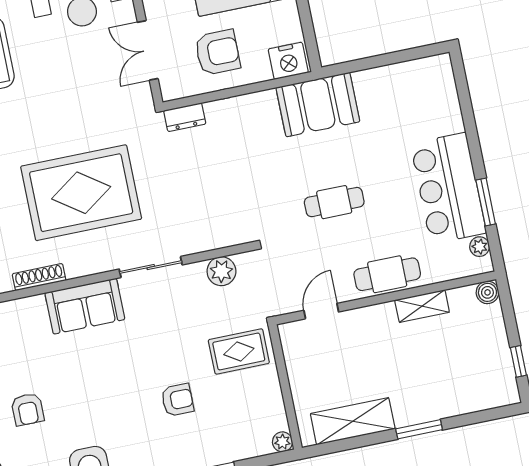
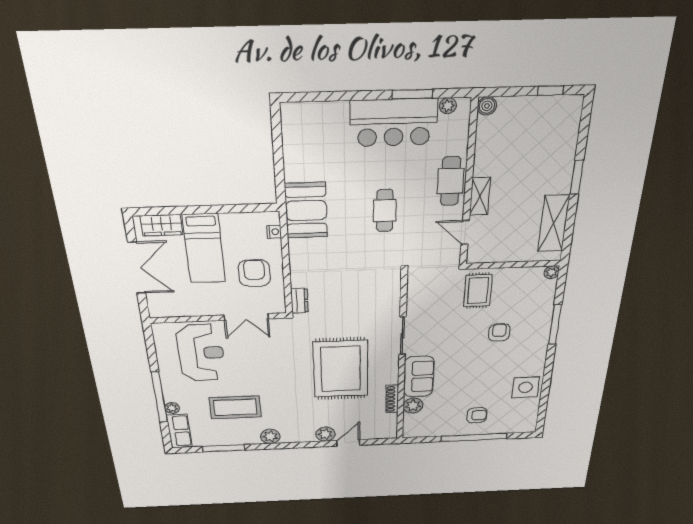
nightstand: (288, 61) -> (274, 232), width x0.53, depth x0.56
plant: (221, 271) -> (413, 406), moved
shelving: (422, 306) -> (480, 196), moved

